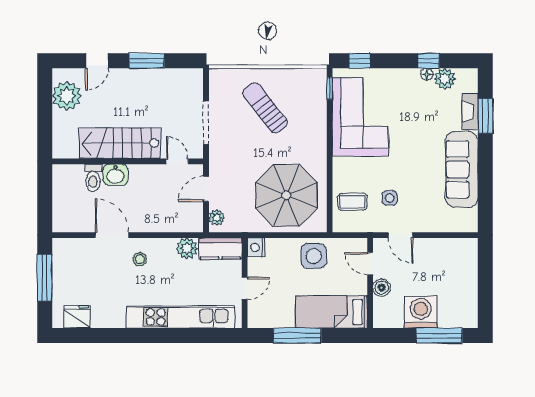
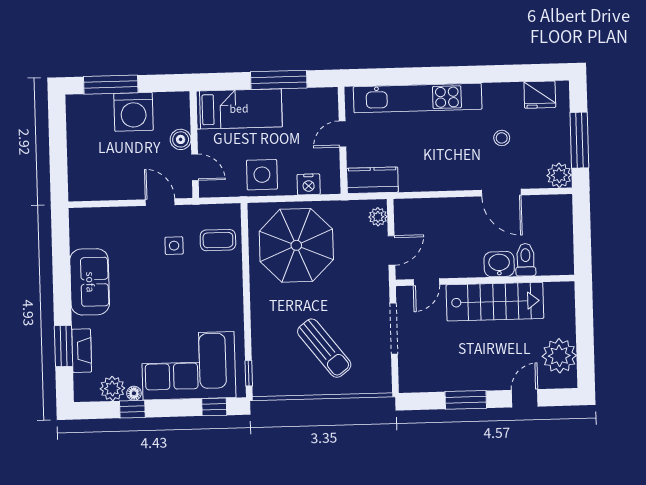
corner sofa: (360, 117) -> (189, 366), moved, turned 90
door: (177, 161) -> (426, 282), hinge flipped
sofa: (462, 169) -> (90, 282), width x0.73
nightstand: (256, 247) -> (309, 184), moved, turned 90
plant: (187, 248) -> (559, 175), moved
stool: (140, 259) -> (502, 138), moved

